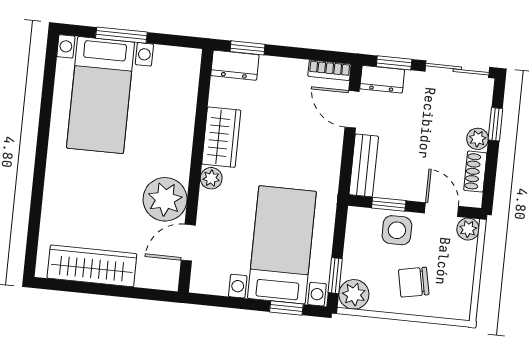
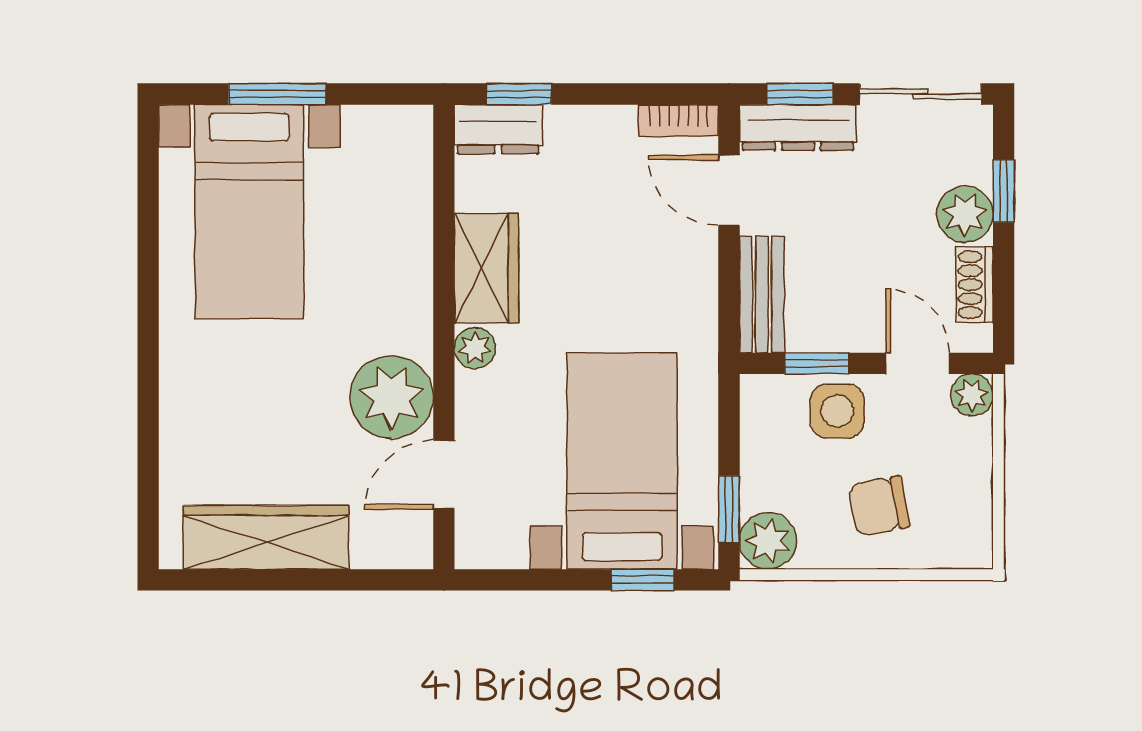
dresser: (382, 79) -> (798, 127), width x1.44
plant: (478, 139) -> (965, 214), width x1.38, depth x1.38

